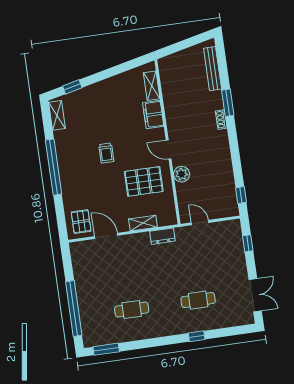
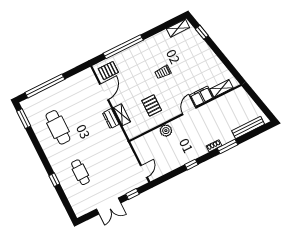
door: (169, 150) -> (189, 111), moved
window: (54, 167) -> (123, 47), moved
pallet: (144, 181) -> (152, 105), width x0.67, depth x0.71
window: (241, 195) -> (191, 165), moved
door: (200, 223) -> (144, 171), moved
dresser: (162, 236) -> (111, 119), moved
double door: (255, 295) -> (109, 206), moved
cafe table: (132, 310) -> (58, 127), width x1.37, depth x1.35

